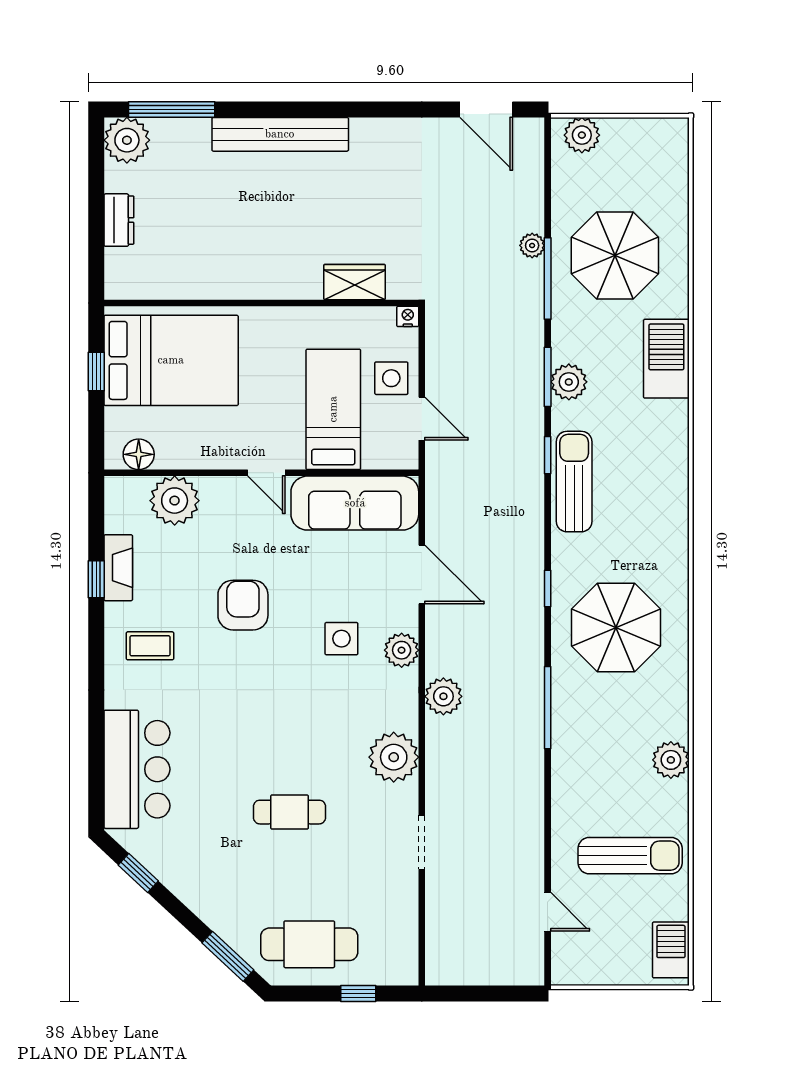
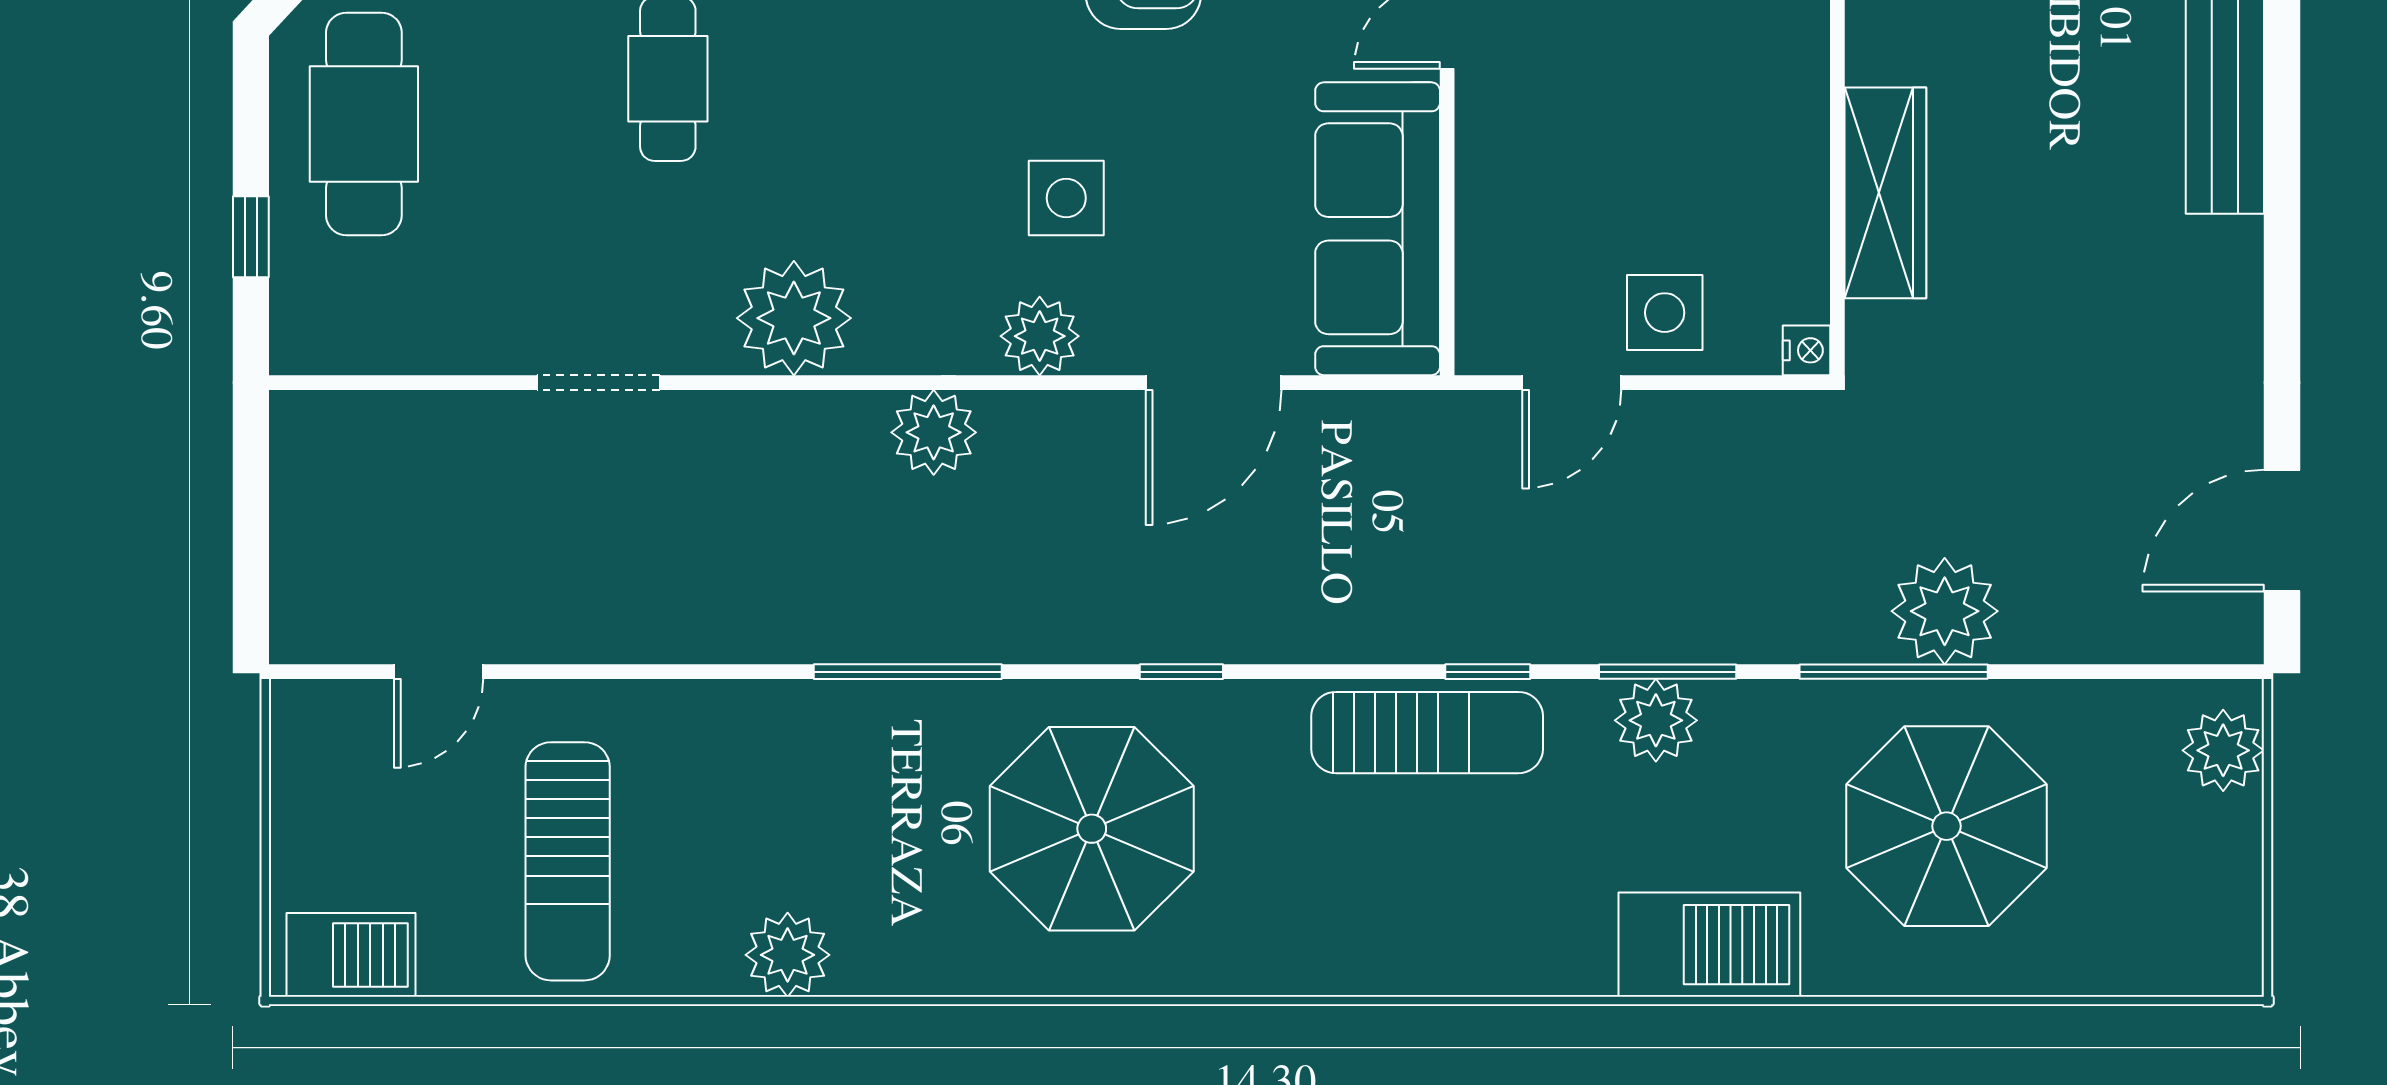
plant: (532, 245) -> (1945, 611), width x1.87, depth x1.87
wardrobe: (355, 282) -> (1885, 193), width x1.50
bed: (333, 409) -> (1593, 179), removed

